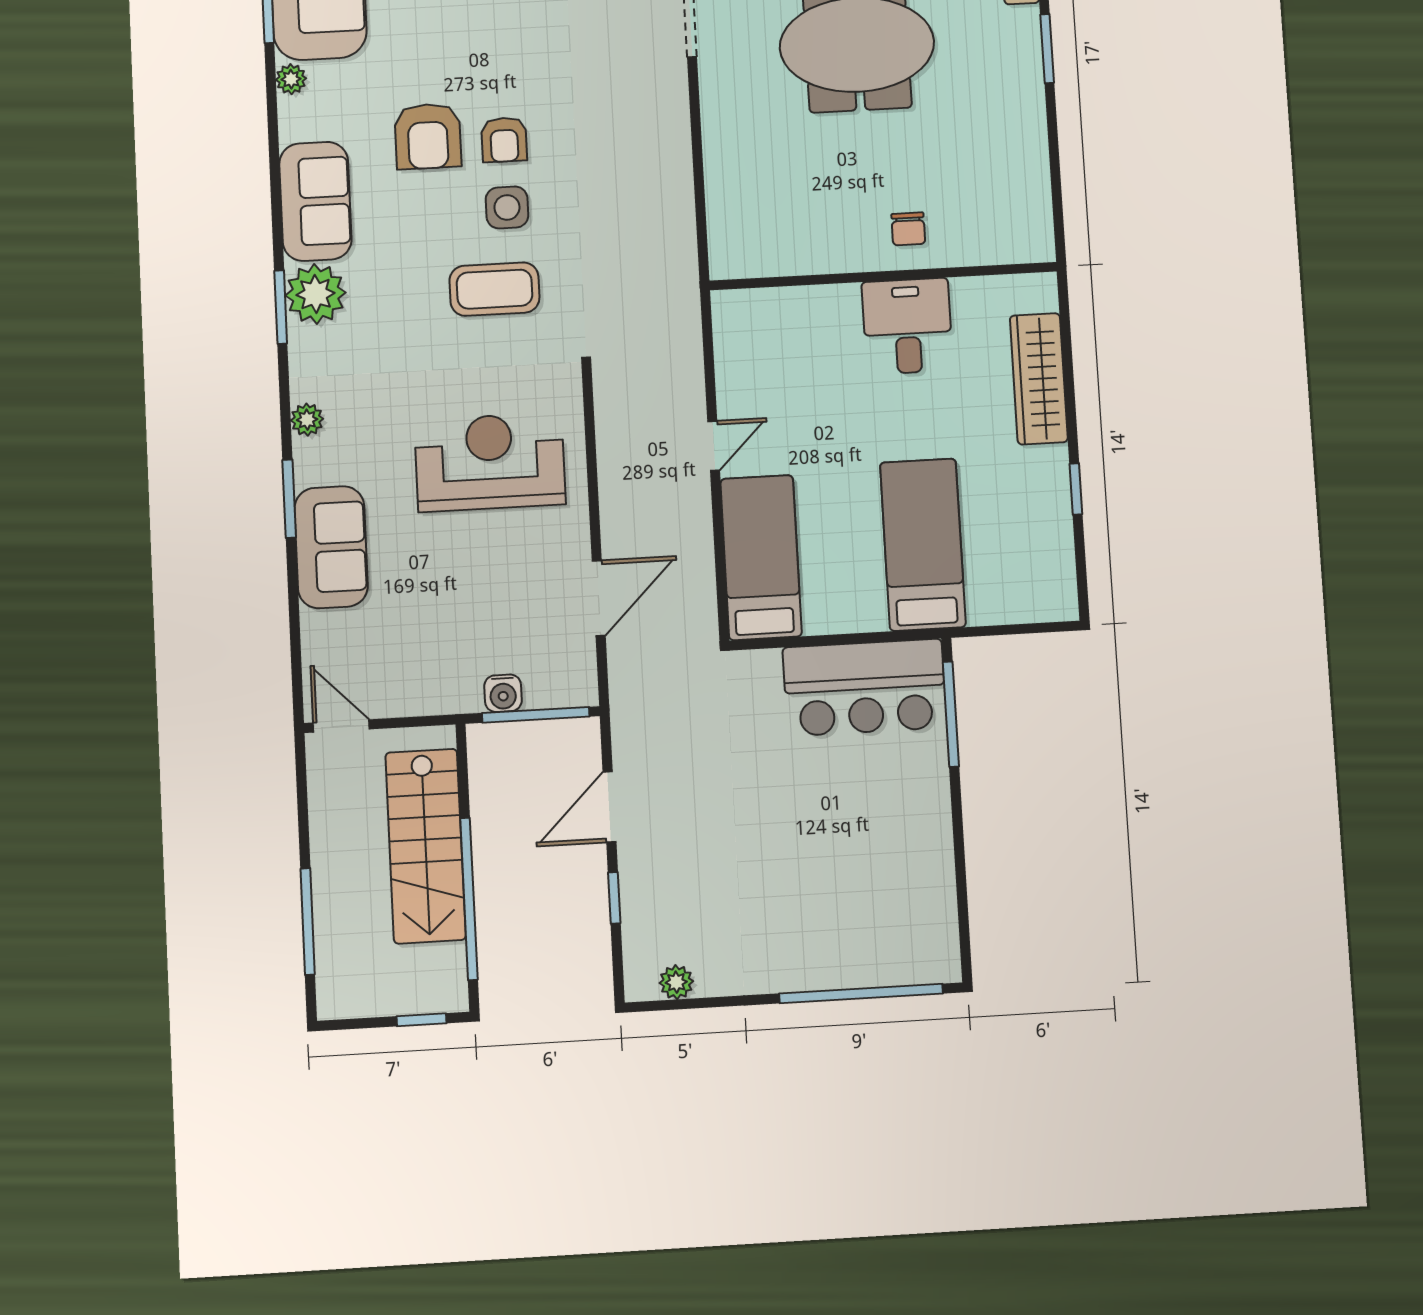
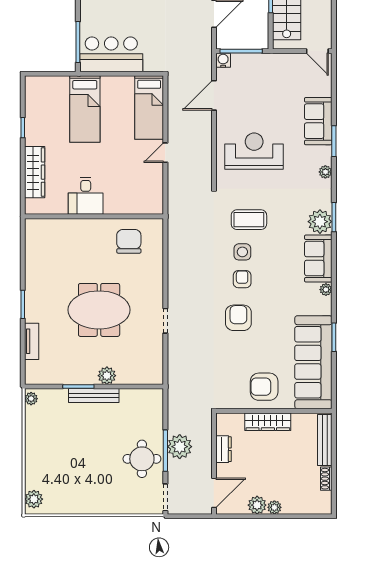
plant: (291, 79) -> (326, 290), moved
armchair: (428, 136) -> (238, 318), moved
chair: (908, 229) -> (129, 241), moved, width x1.87, depth x1.87
reception desk: (490, 462) -> (254, 151), turned 180
water cooler: (503, 693) -> (223, 60), moved

